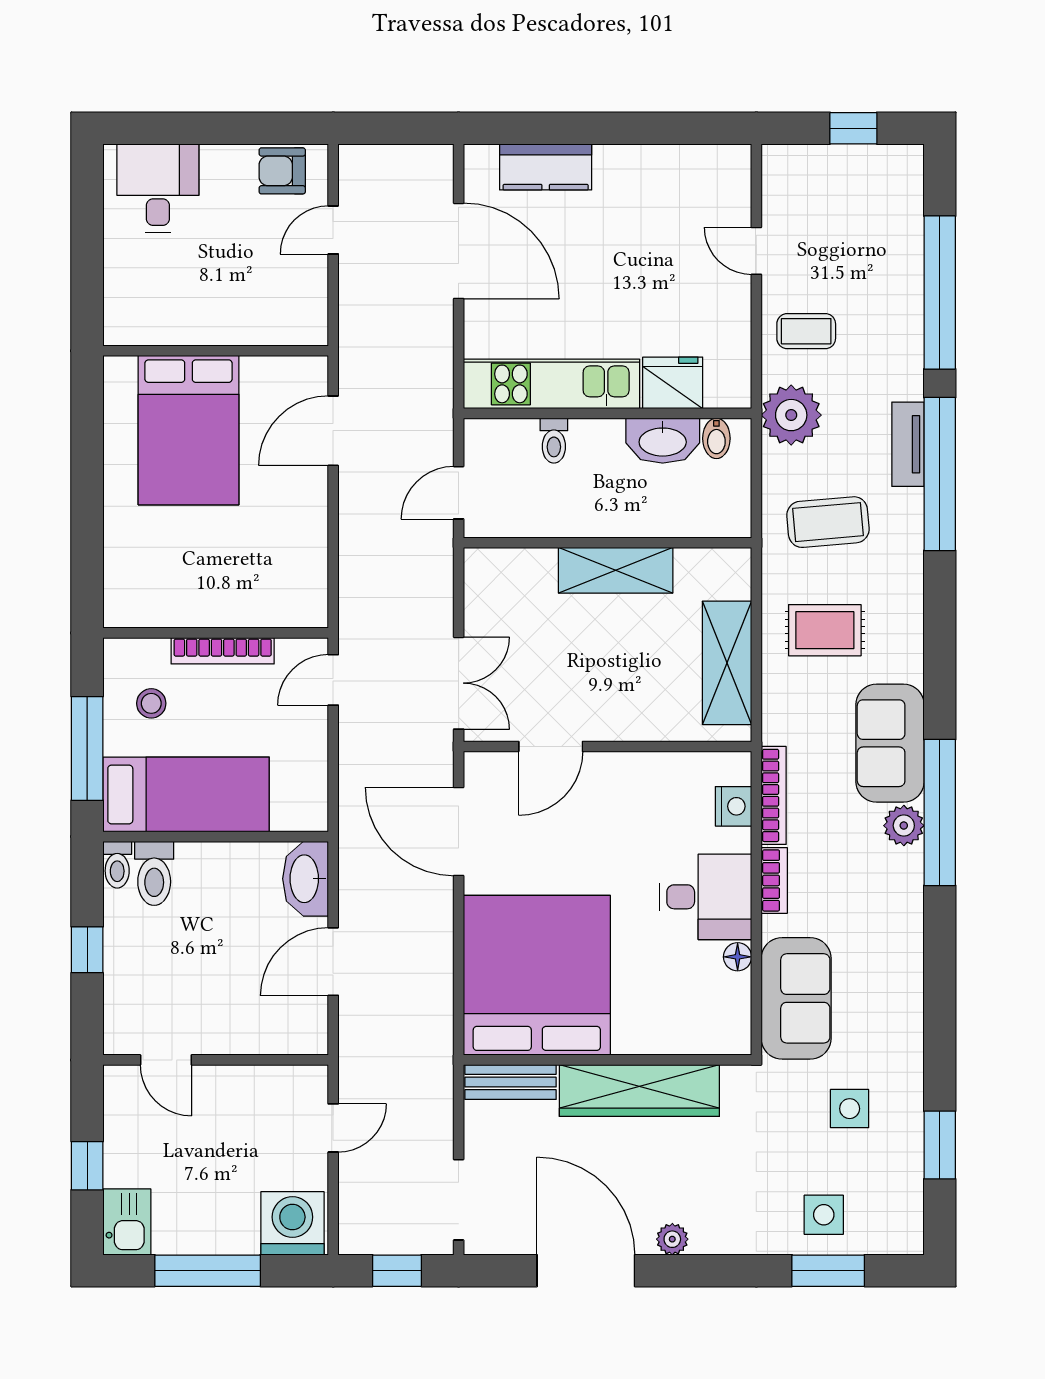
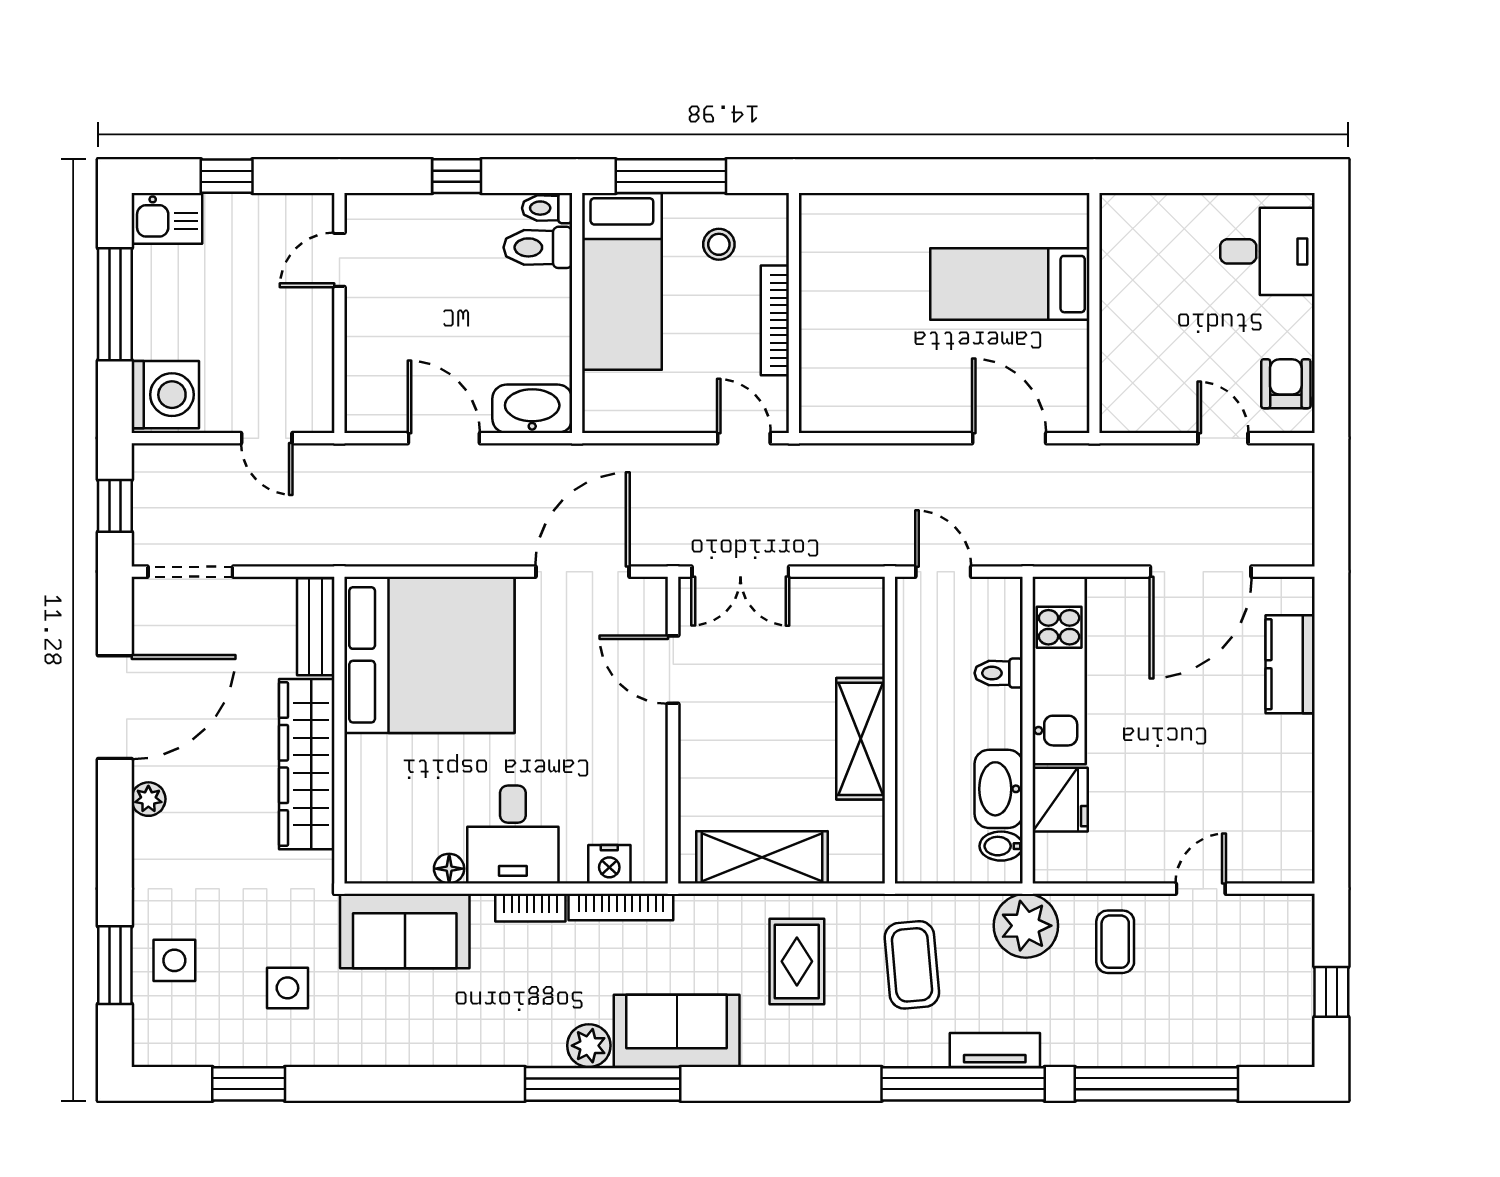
bed: (189, 430) -> (1010, 284), width x0.67

